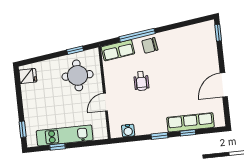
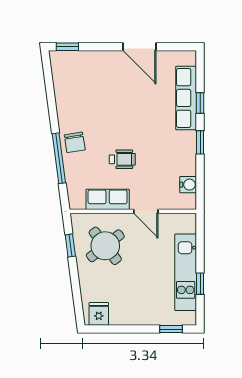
row of seats: (118, 50) -> (108, 199), moved, turned -83
round table: (78, 75) -> (105, 246), turned -38

